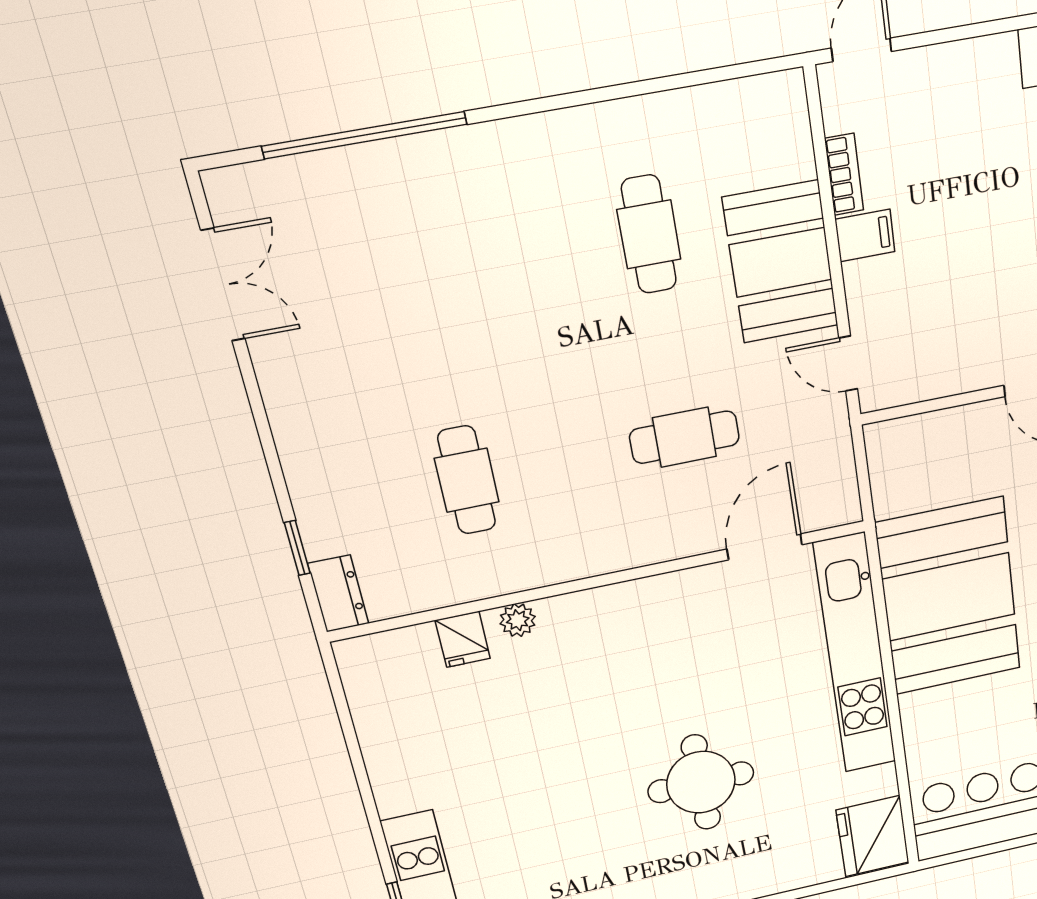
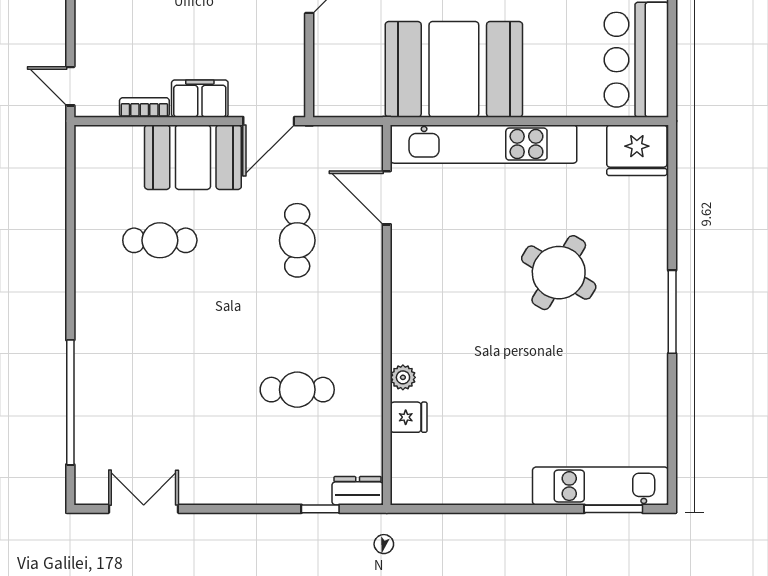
filing cabinet: (865, 235) -> (200, 99), width x2.00
door: (848, 364) -> (269, 121), width x1.37
round table: (701, 782) -> (559, 273), turned 31

